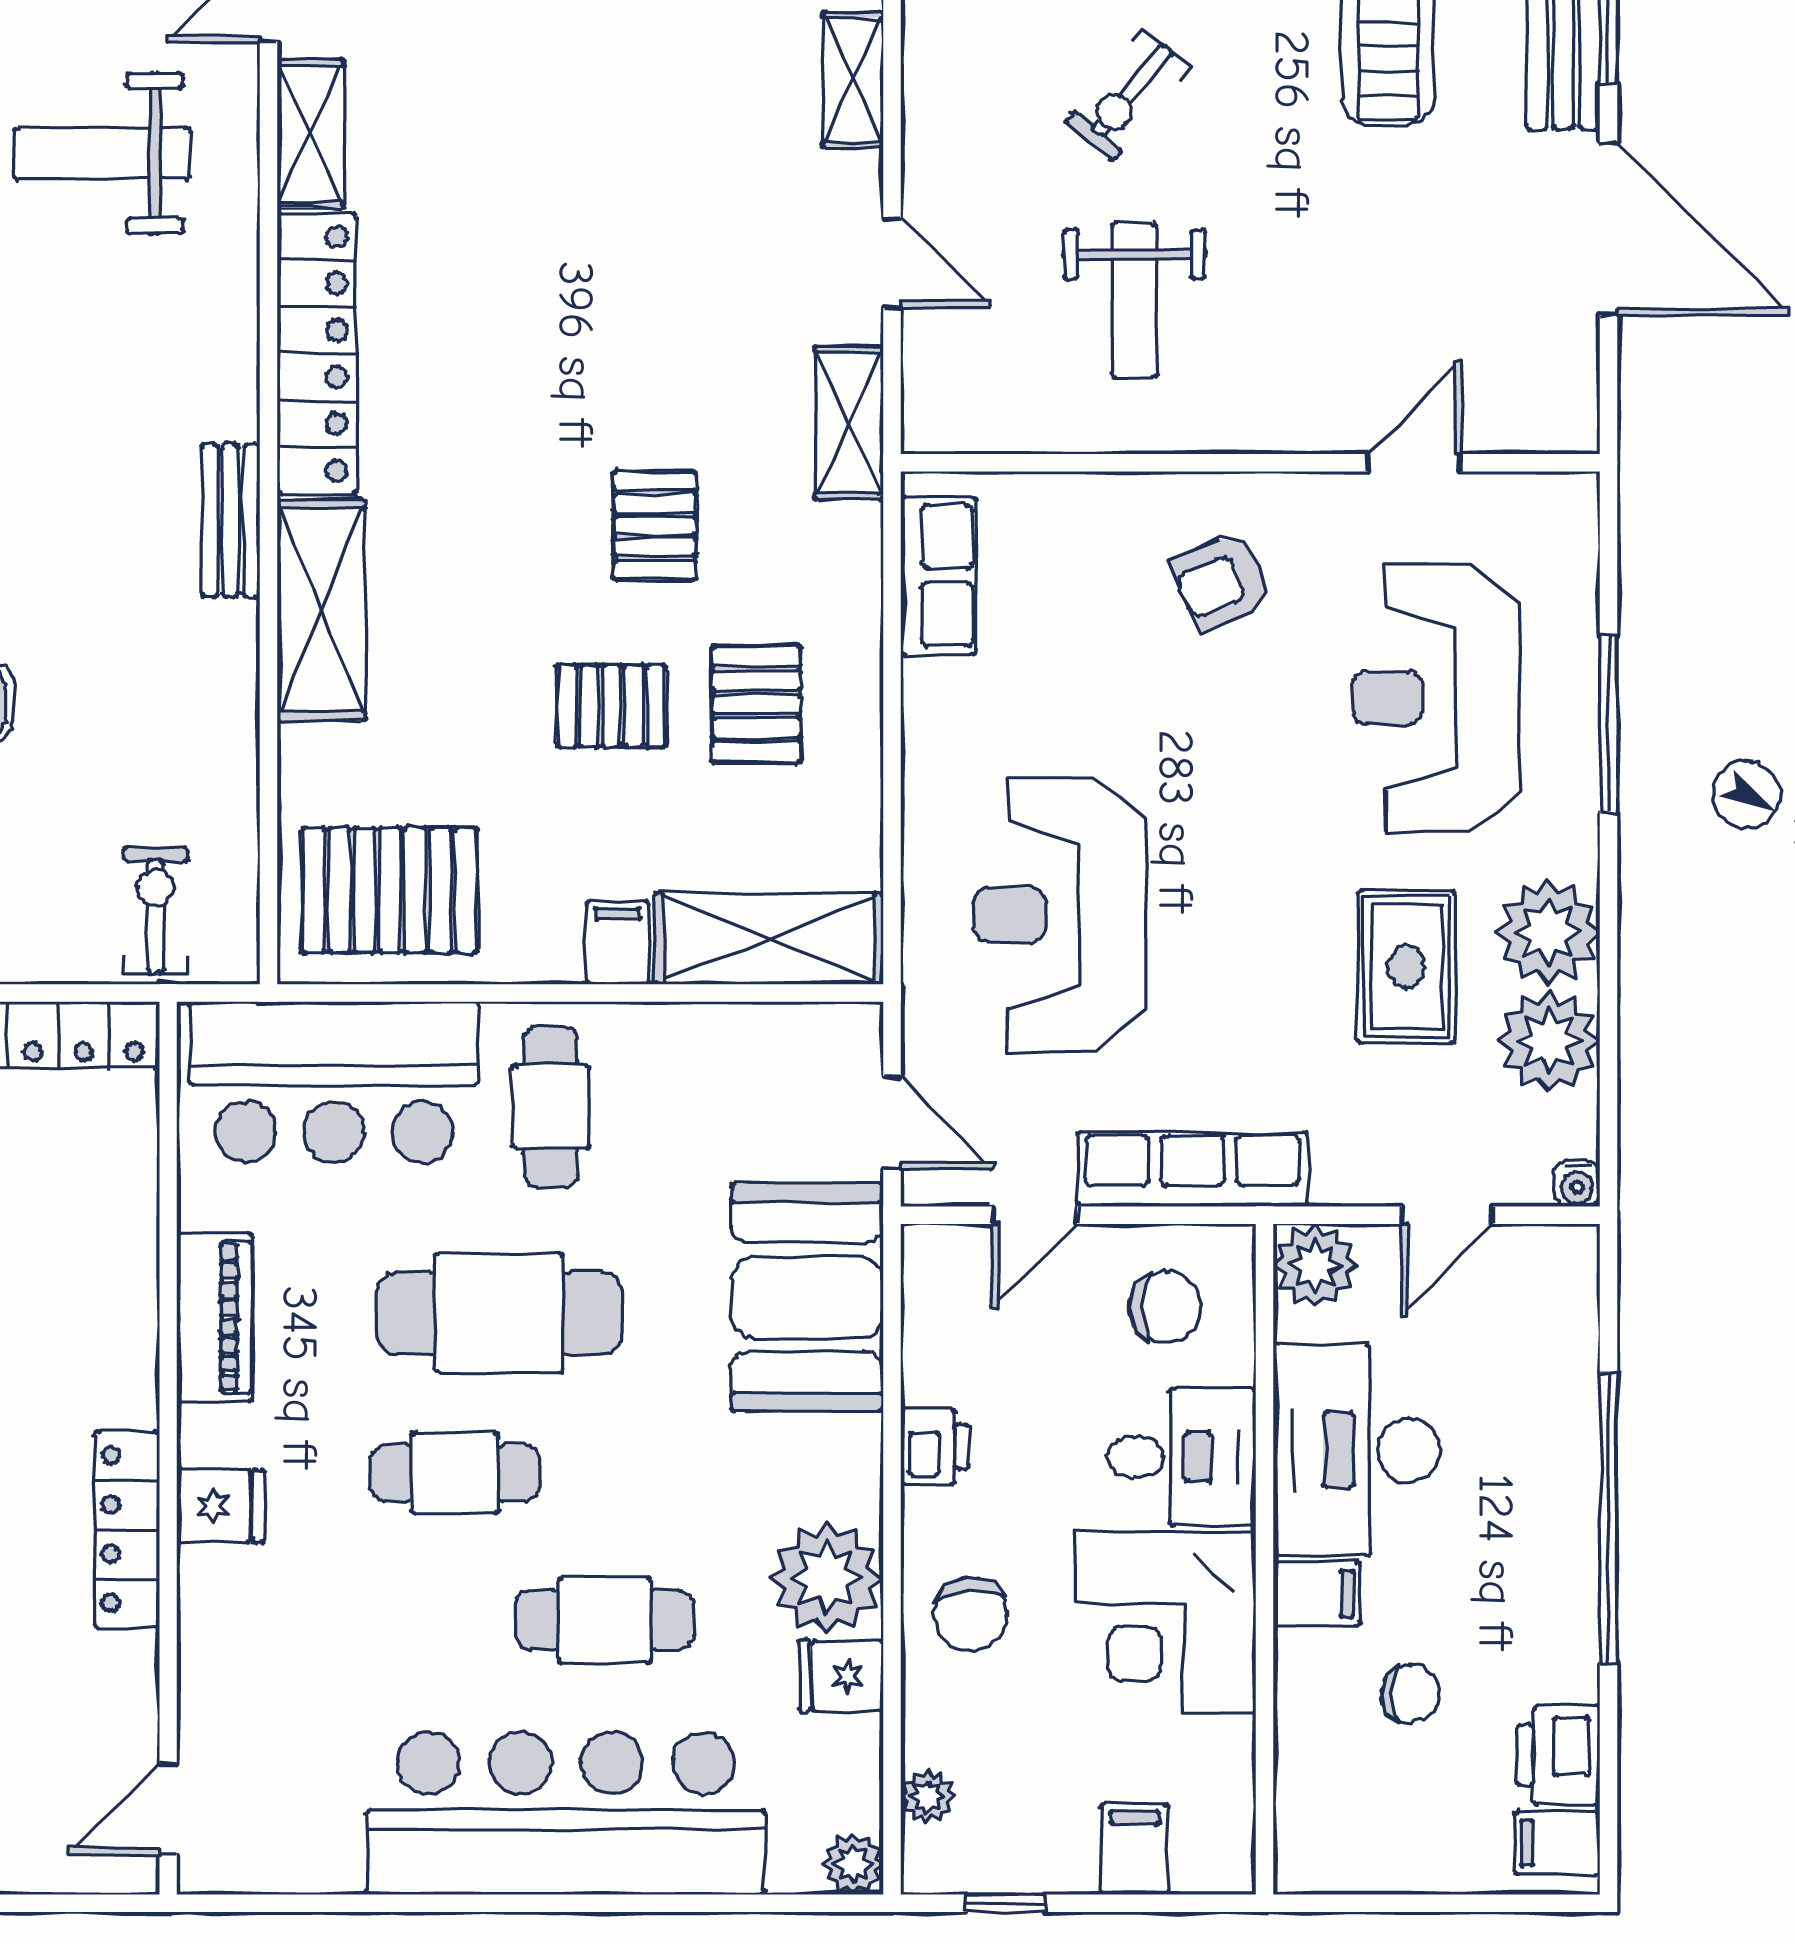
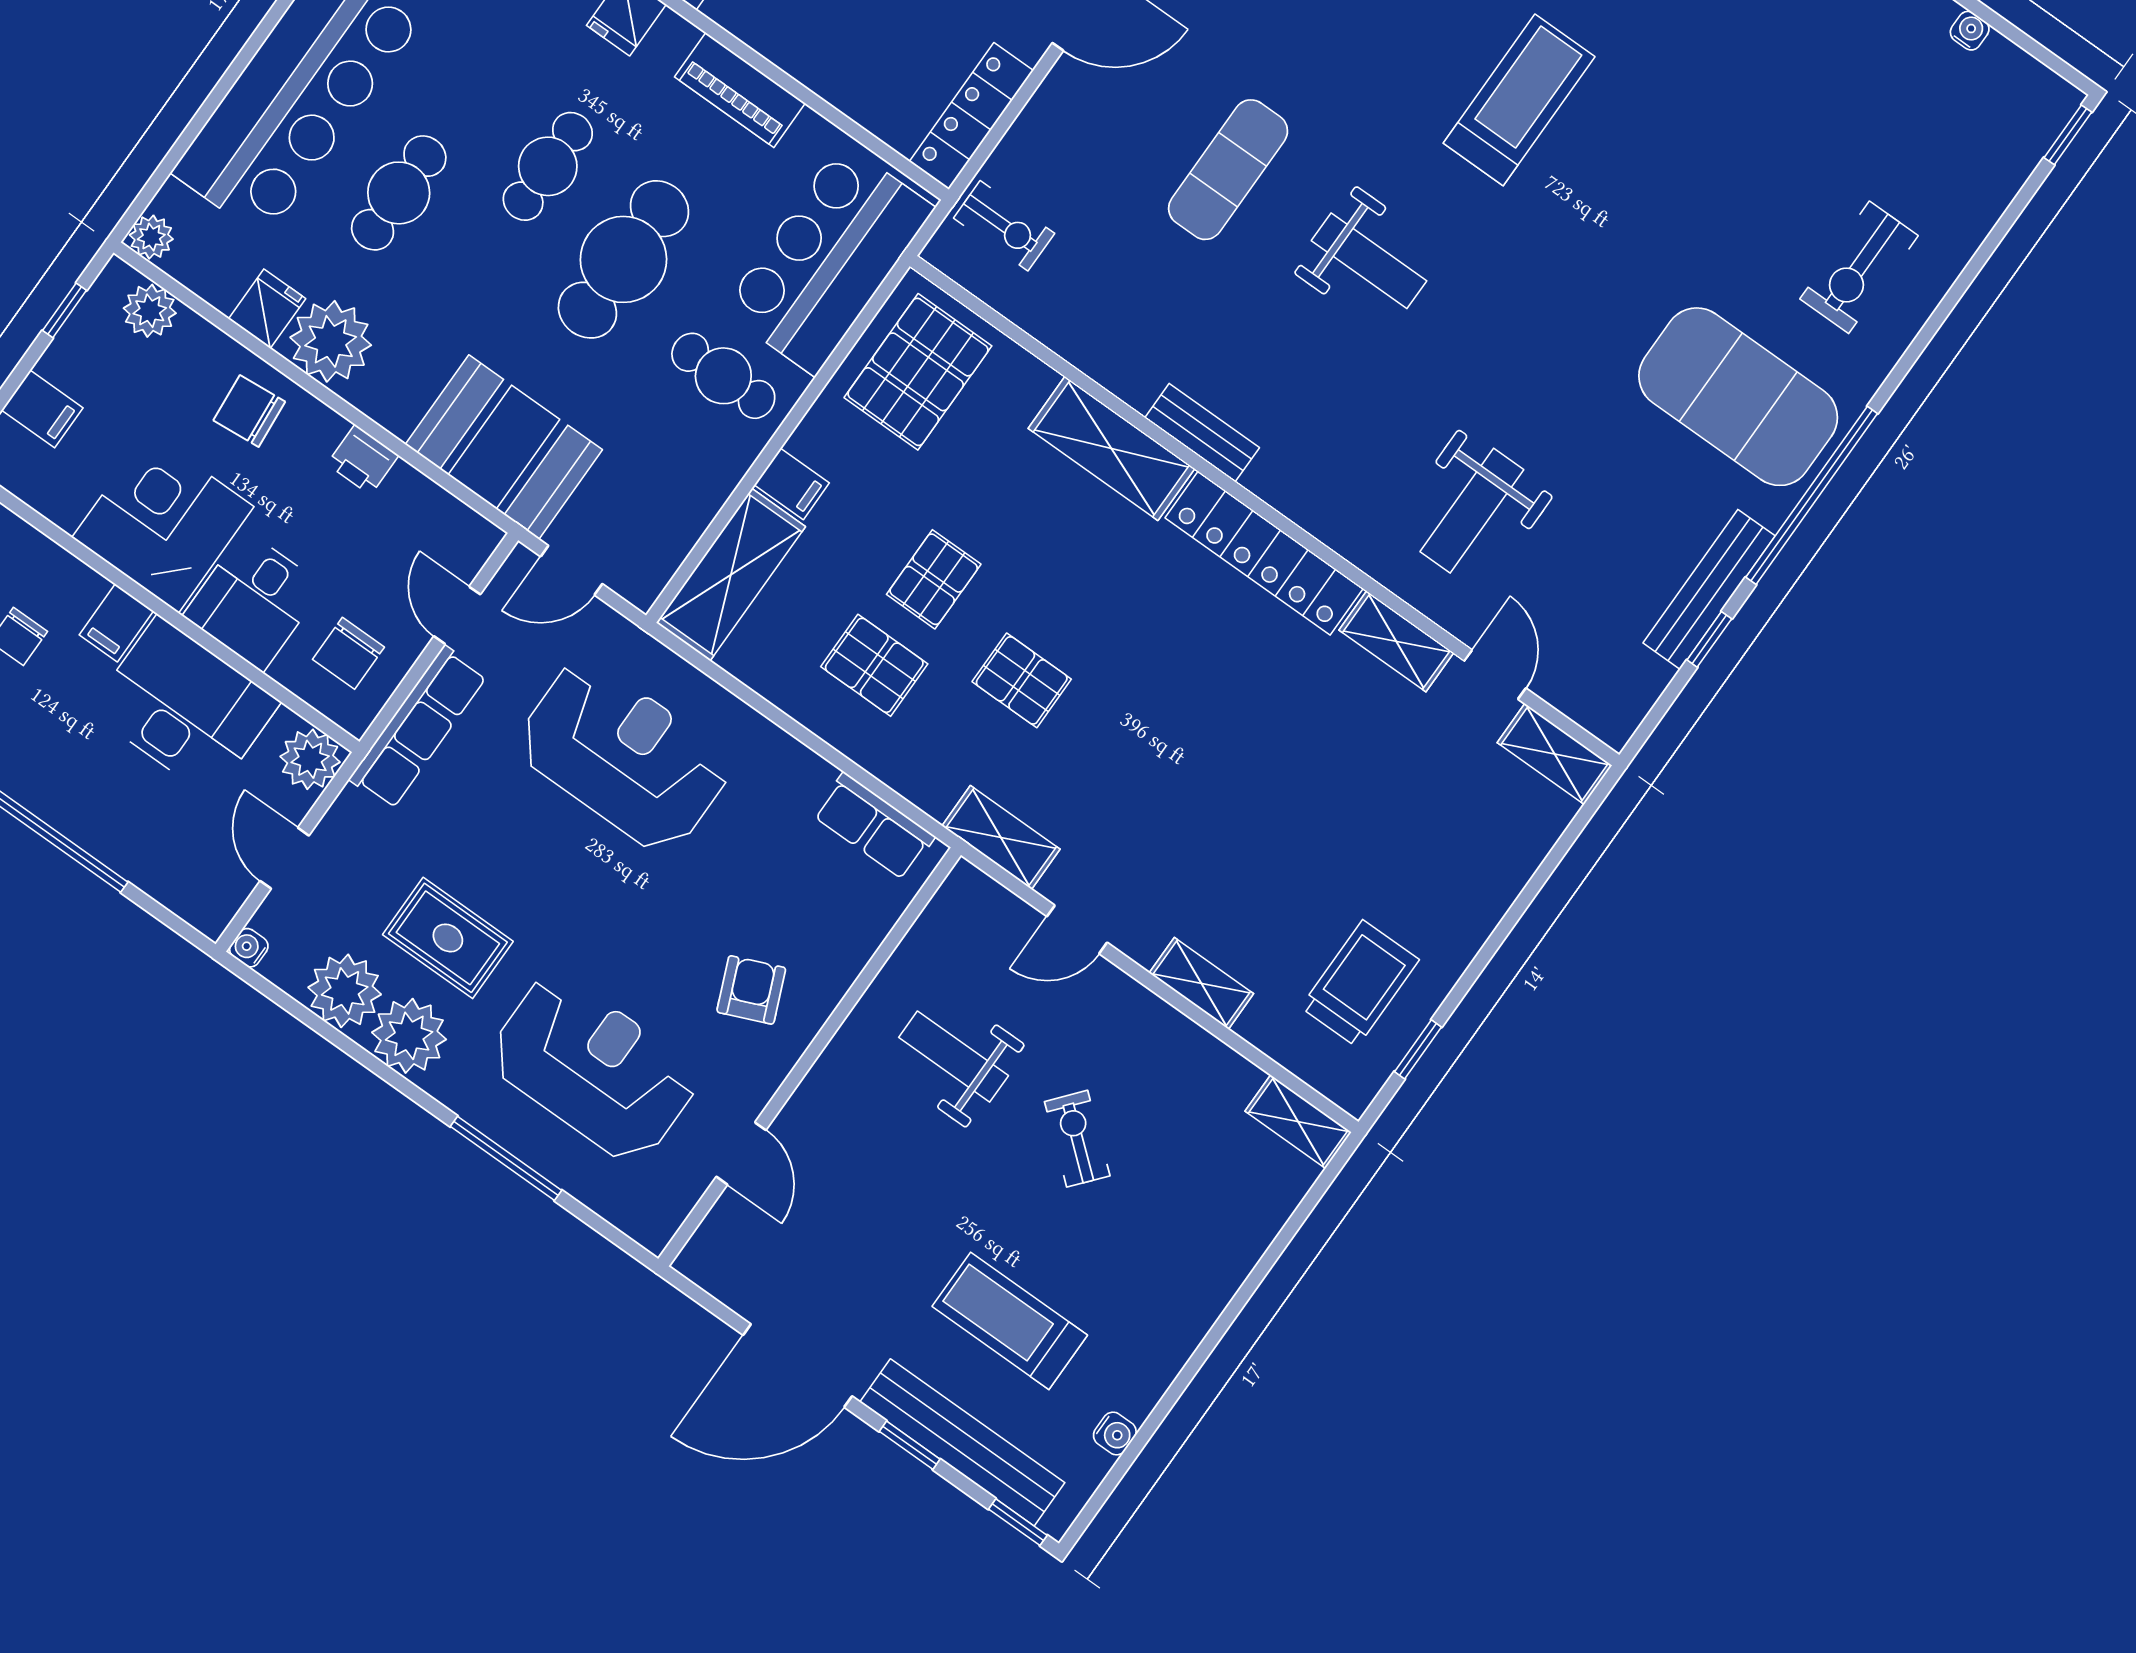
weight bench: (102, 153) -> (1472, 511), turned 180
plant: (927, 1797) -> (150, 311), width x1.38, depth x1.38

